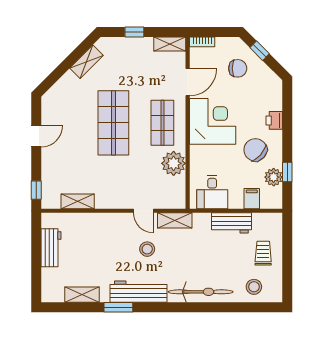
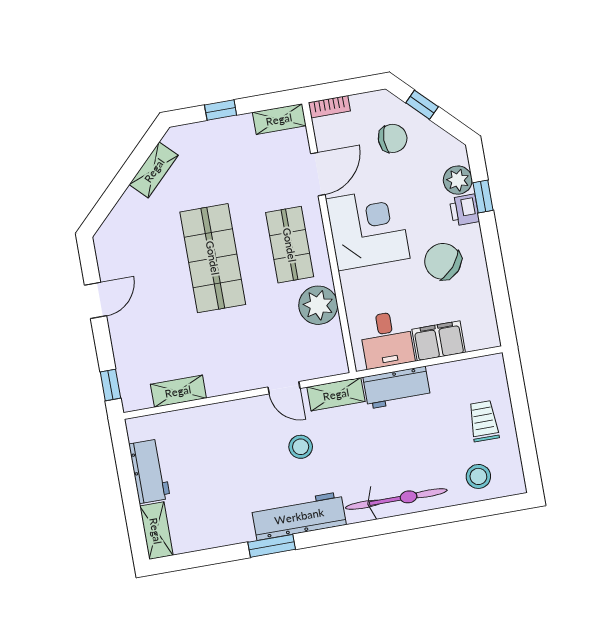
window: (287, 172) -> (483, 197), moved
plant: (274, 177) -> (458, 180), moved
filing cabinet: (252, 199) -> (439, 341), width x2.00
workbench: (231, 223) -> (397, 388), moved
shelving: (82, 295) -> (156, 531), moved, turned 90

